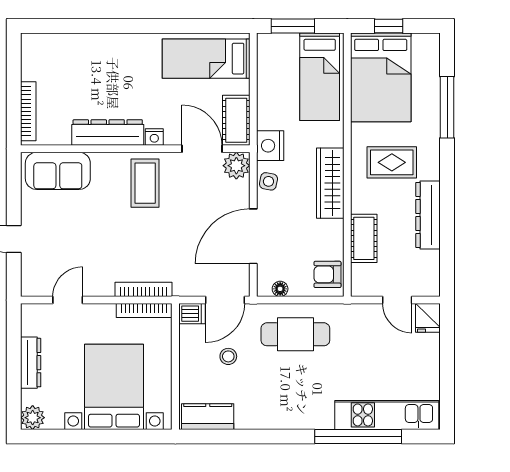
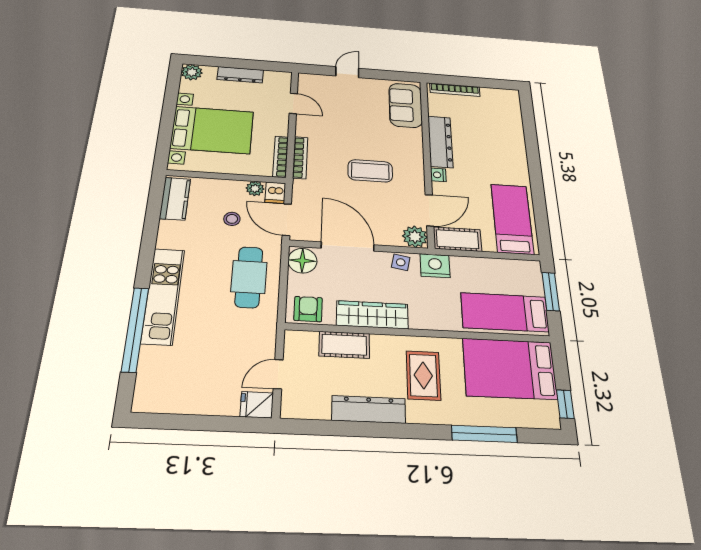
window: (389, 26) -> (565, 404), moved
coffee table: (145, 183) -> (370, 171), moved
wardrobe: (330, 183) -> (372, 315), moved
floor lamp: (280, 289) -> (302, 261), width x1.89, depth x1.89
plant: (188, 335) -> (255, 189), added
kitchen unit: (387, 415) -> (163, 296), moved

